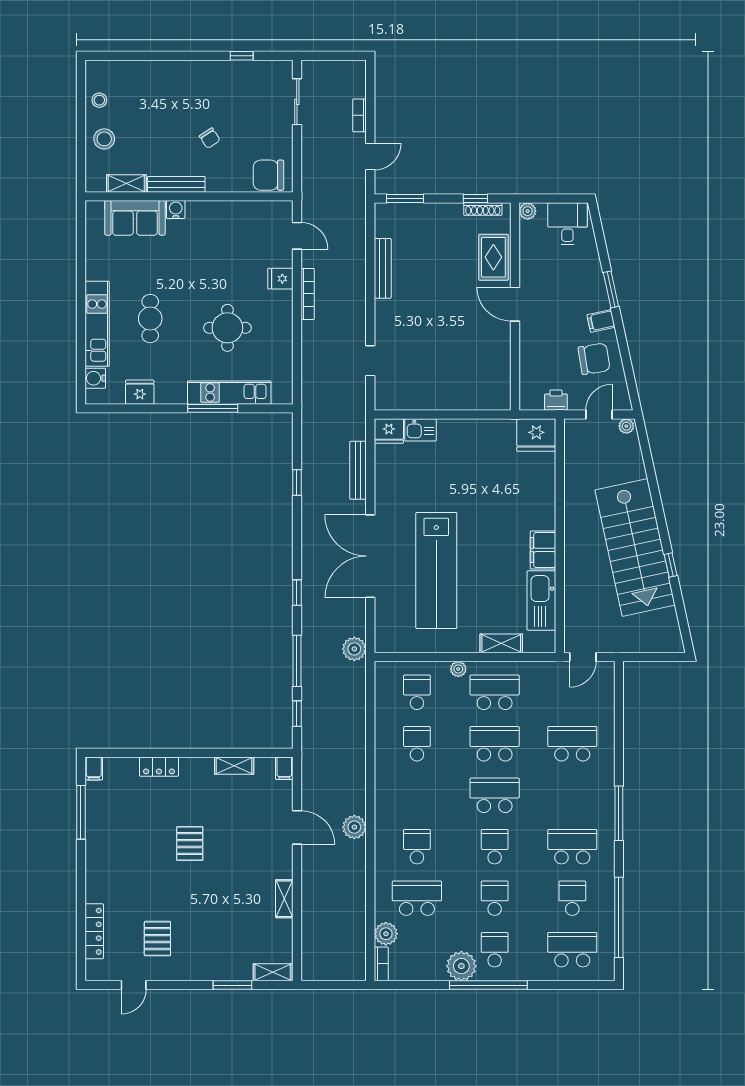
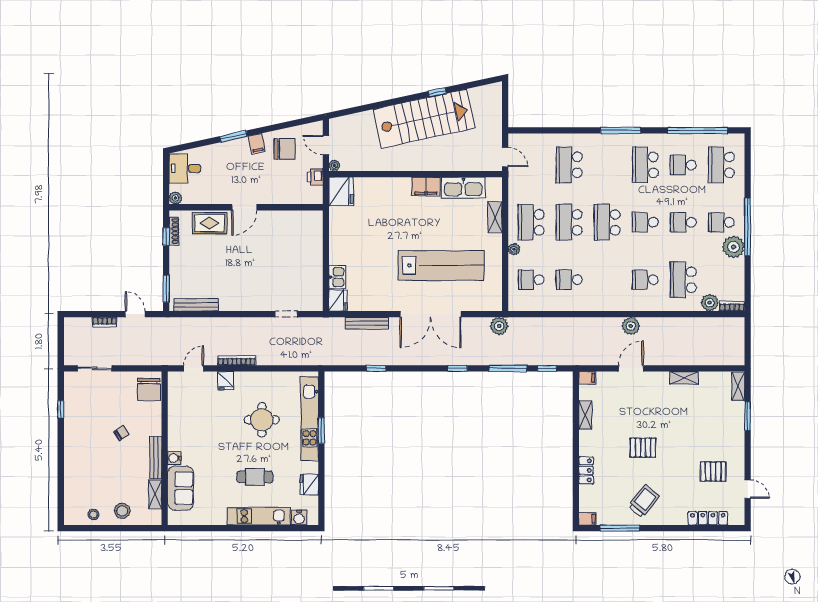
bench: (383, 268) -> (196, 305), moved
chair: (594, 359) -> (285, 149), turned 99
kitchen unit: (229, 393) -> (310, 418), width x1.36
window: (213, 408) -> (321, 431), width x0.69
plant: (626, 426) -> (334, 165), moved
trolley: (118, 845) -> (644, 501), added

